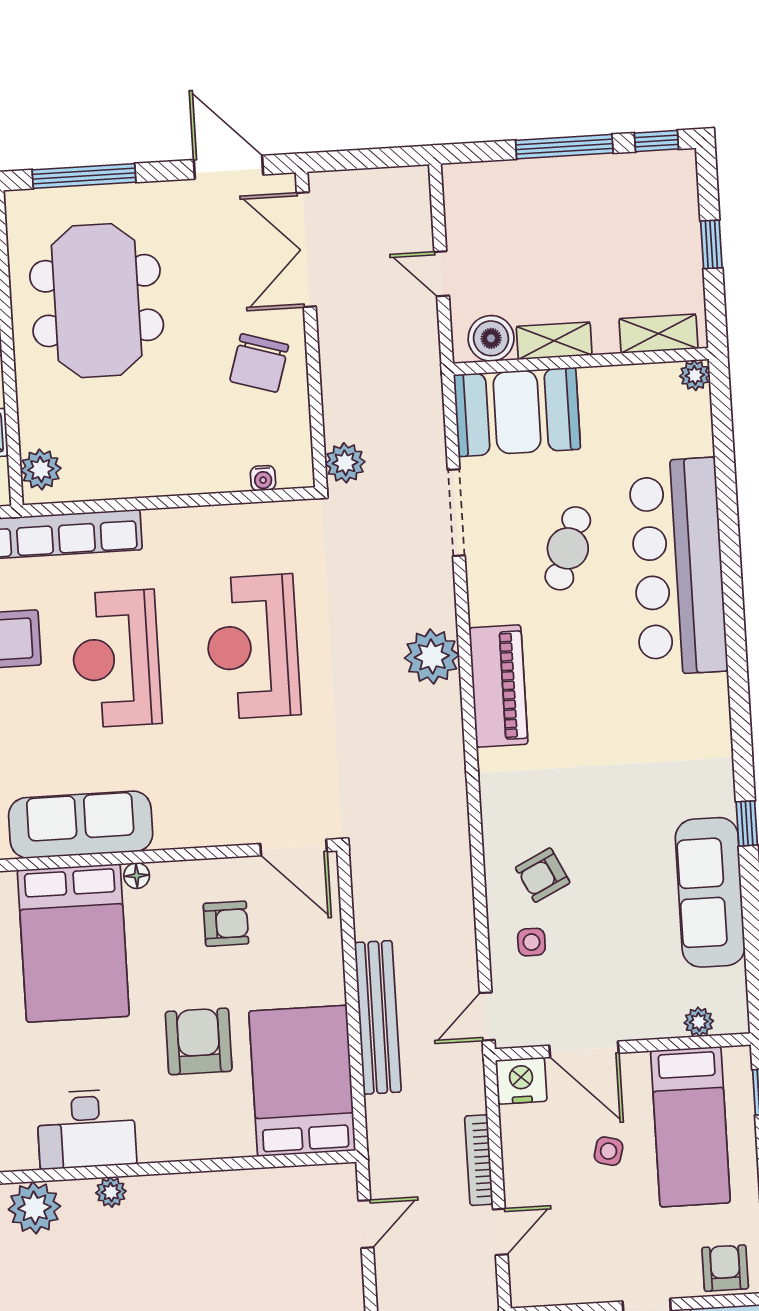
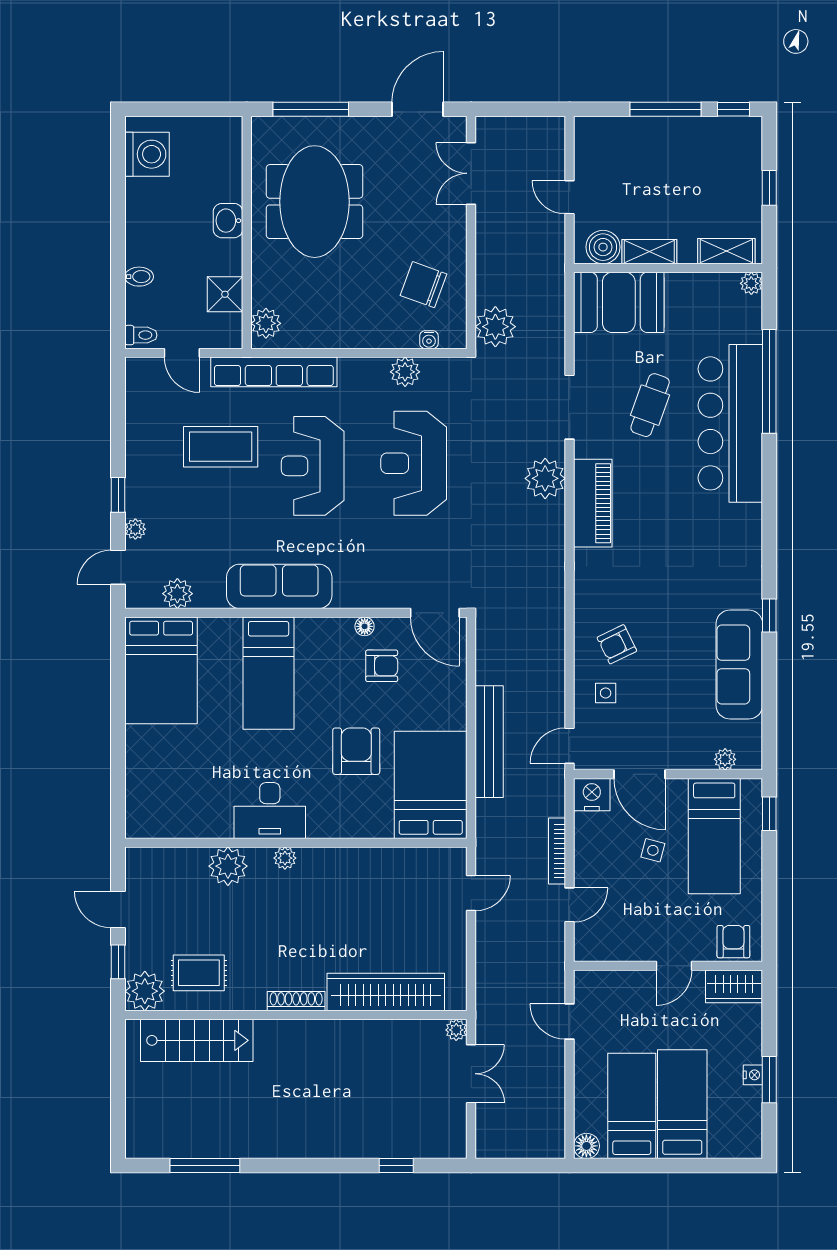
door: (228, 167) -> (418, 109), hinge flipped
double door: (306, 250) -> (471, 173), width x0.73
chair: (259, 363) -> (423, 285), moved, turned 93
plant: (345, 463) -> (495, 327), width x1.36, depth x1.36
window: (727, 506) -> (769, 381), added
doorway: (456, 513) -> (570, 407), moved
plant: (233, 524) -> (405, 372), added
floor lamp: (137, 876) -> (365, 626), moved
bed: (73, 943) -> (269, 673), width x0.67

